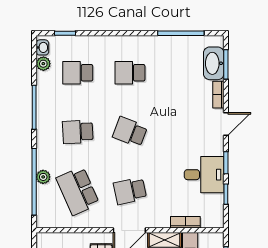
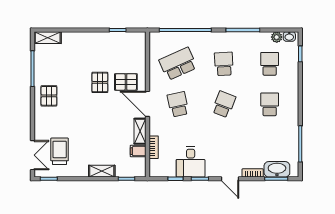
plant: (43, 177) -> (189, 37), removed

